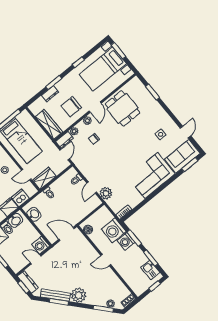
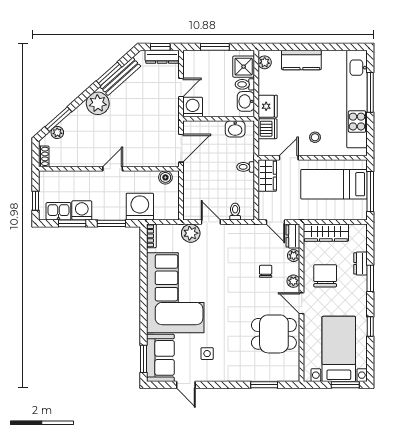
corner sofa: (151, 175) -> (175, 293), width x1.36, depth x1.36
washing machine: (126, 241) -> (82, 210), moved

